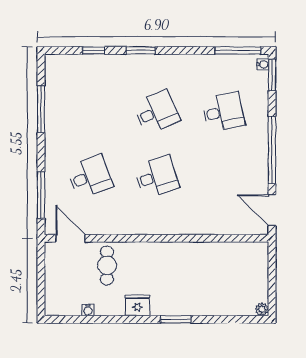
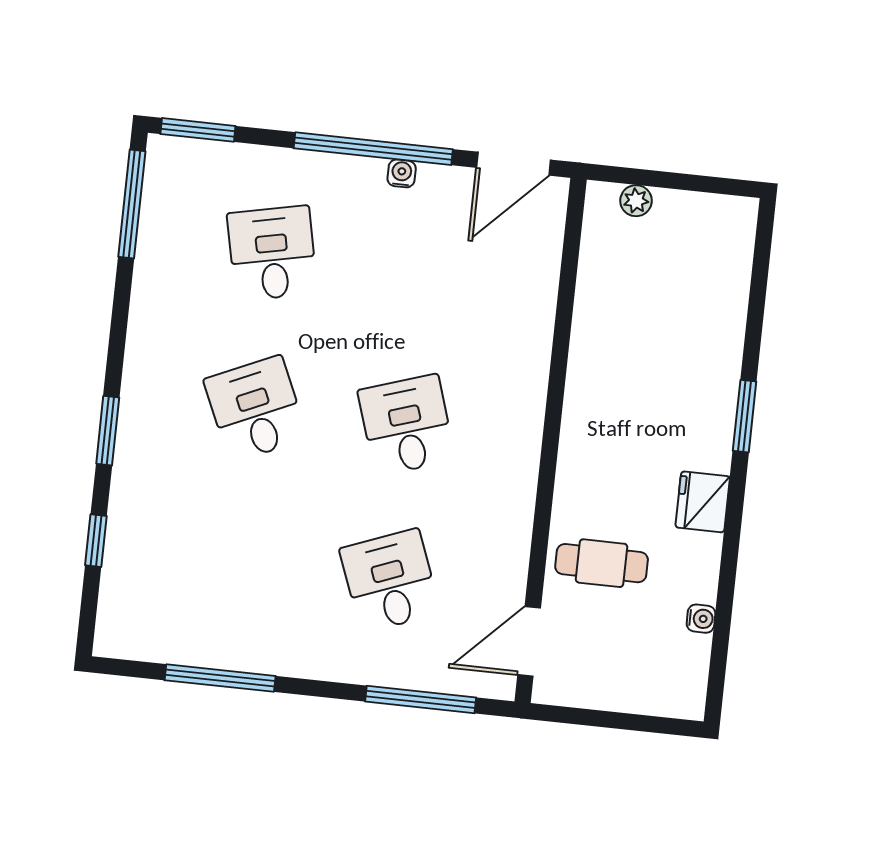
water cooler: (263, 64) -> (402, 173), moved
plant: (262, 309) -> (636, 201), moved

